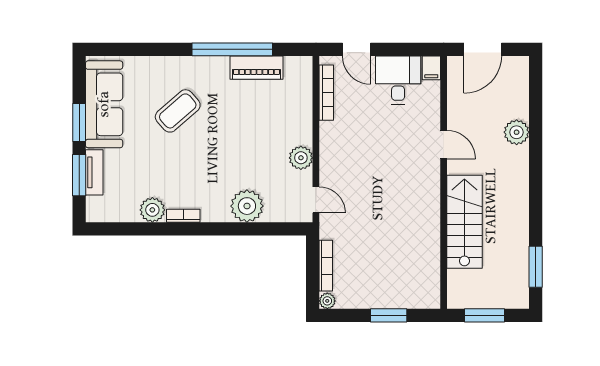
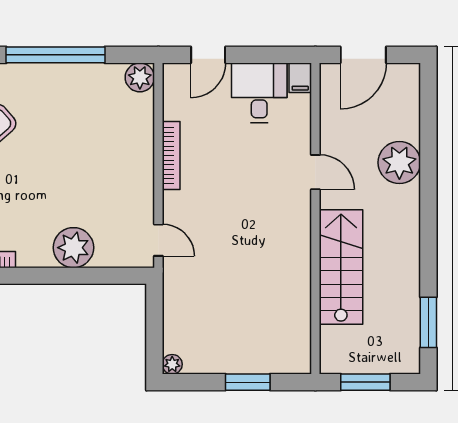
door: (357, 49) -> (208, 55), hinge flipped
piano: (256, 68) -> (85, 77), removed
bookcase: (326, 93) -> (171, 155), moved
plant: (517, 132) -> (399, 163), width x1.36, depth x1.36
plant: (301, 158) -> (140, 77), moved
bookcase: (326, 266) -> (170, 321), removed

